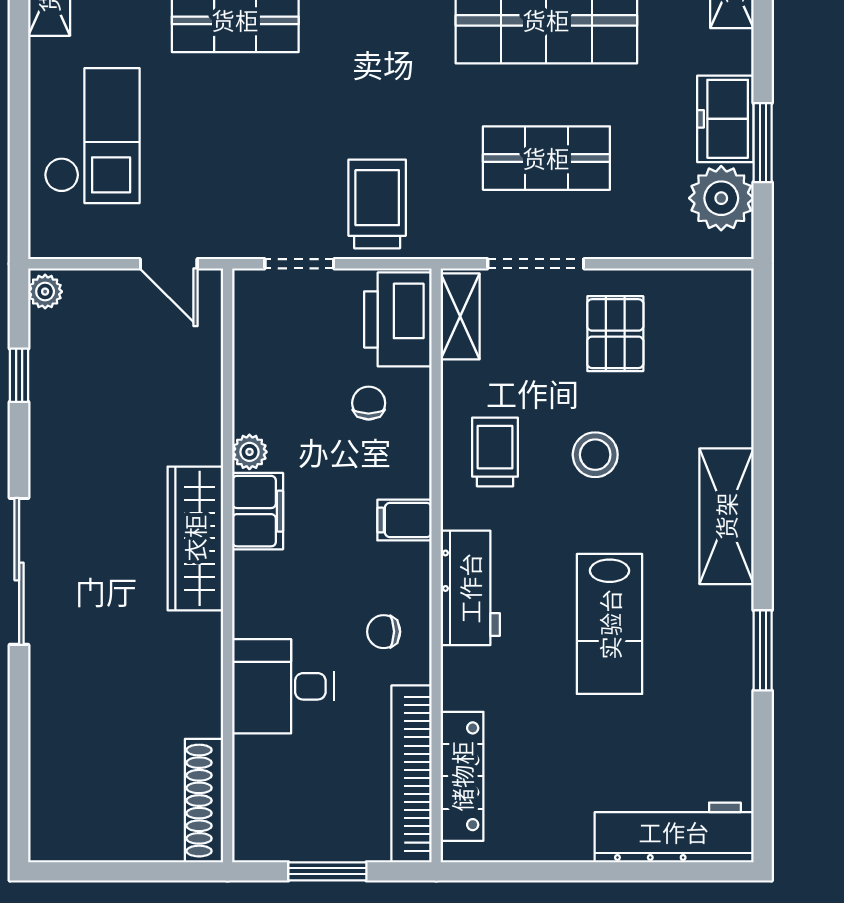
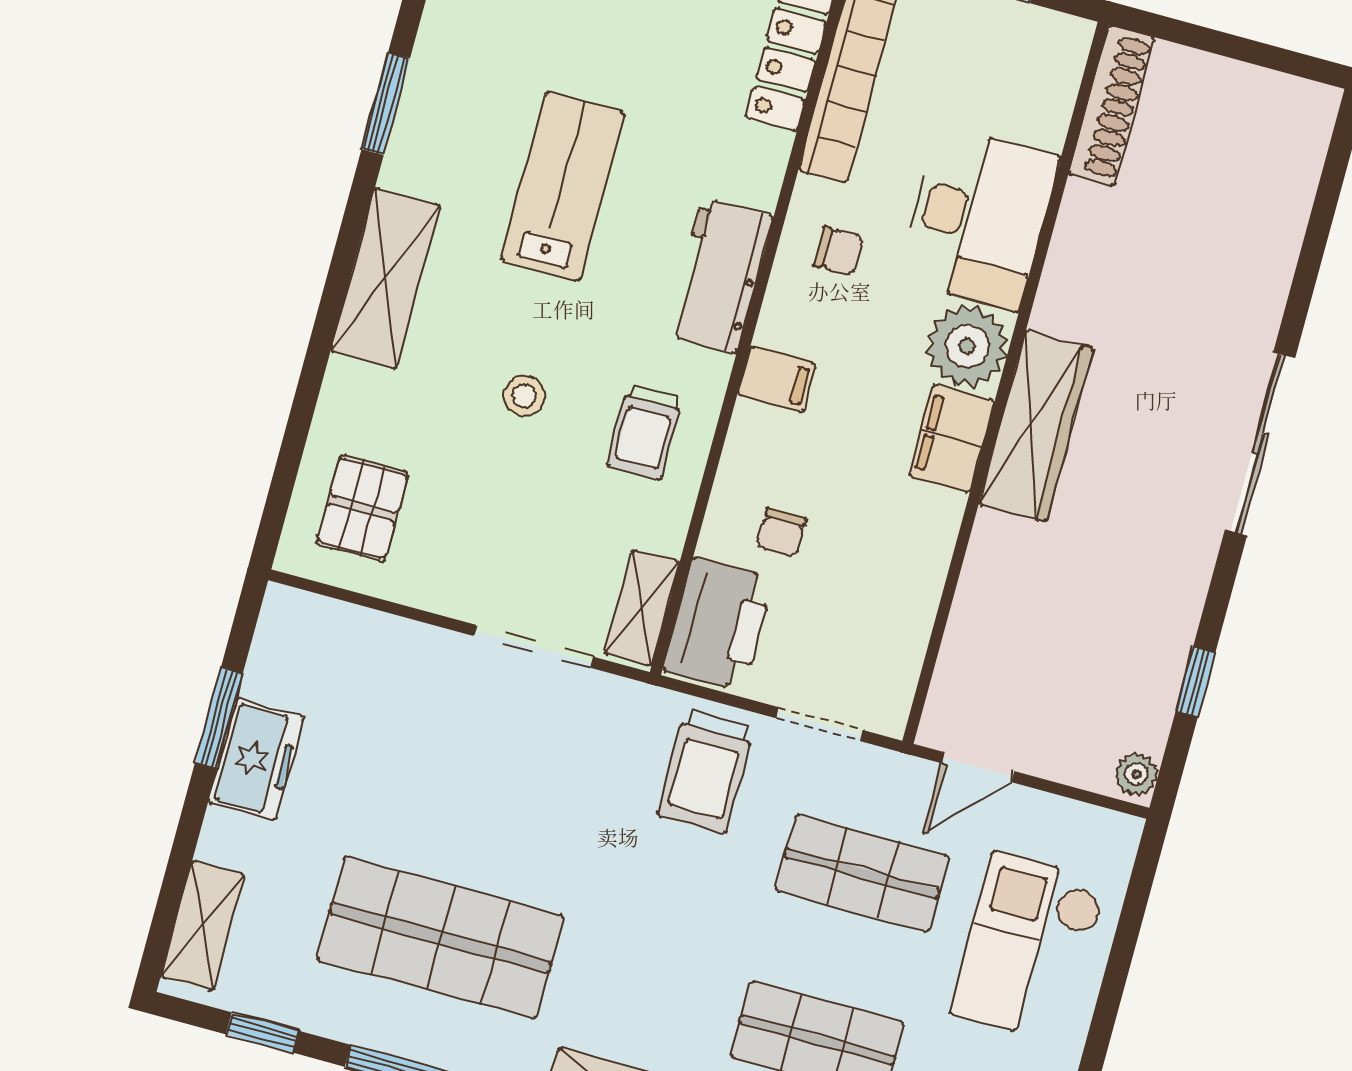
shop shelf: (546, 158) -> (862, 873), moved
plant: (721, 198) -> (287, 665), removed
door: (169, 264) -> (978, 767), swing flipped
pallet: (615, 334) -> (362, 508), moved
plant: (249, 452) -> (967, 346), moved, width x1.88, depth x1.88
stool: (595, 455) -> (524, 396), width x0.73, depth x0.73
desk: (283, 686) -> (978, 218), width x1.37

